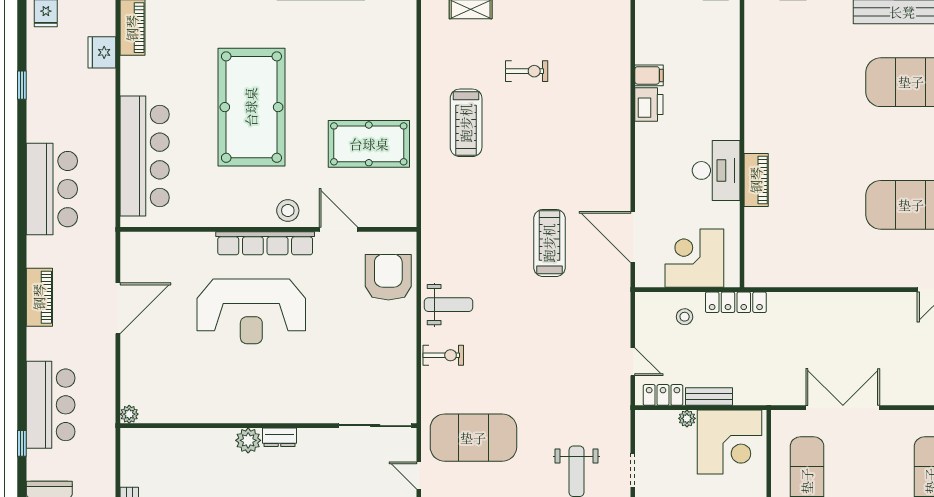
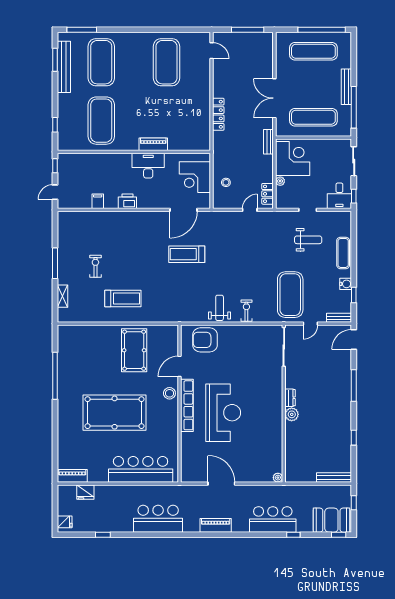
exercise mat: (801, 82) -> (101, 121), added
printer: (649, 105) -> (127, 201), moved
locker: (736, 302) -> (218, 114), moved
bench: (709, 397) -> (268, 142), moved

